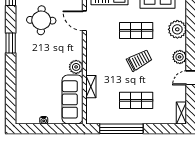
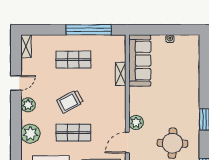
door: (84, 21) -> (127, 143), swing flipped
plant: (76, 67) -> (136, 122), moved

